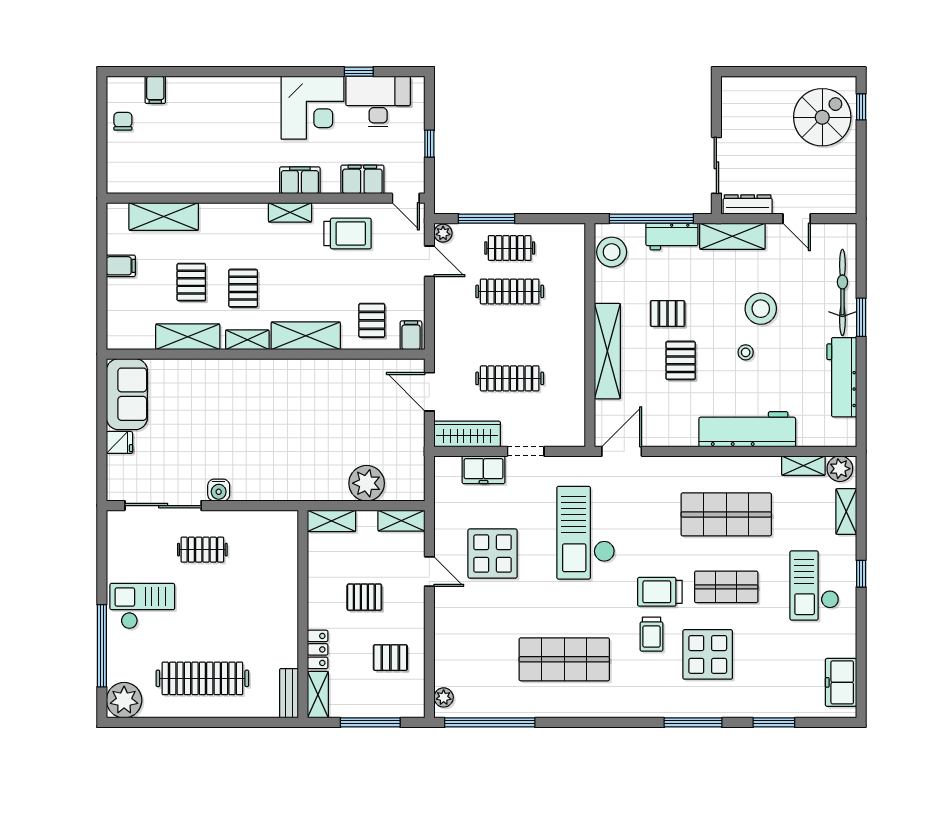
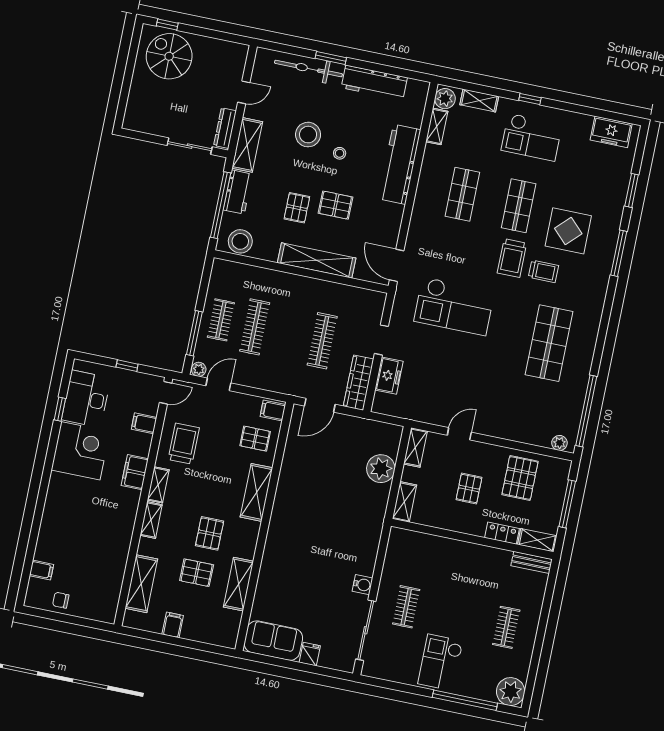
filing cabinet: (362, 179) -> (144, 423), width x0.50
pallet: (243, 288) -> (210, 533), turned 90
shelving: (247, 340) -> (151, 520), moved
shop shelf: (726, 514) -> (462, 194), width x0.70, depth x0.74
display table: (493, 554) -> (456, 382), removed
pallet: (390, 658) -> (520, 478), width x1.50, depth x1.42
clothes rail: (202, 678) -> (506, 627), width x0.54, depth x0.76

